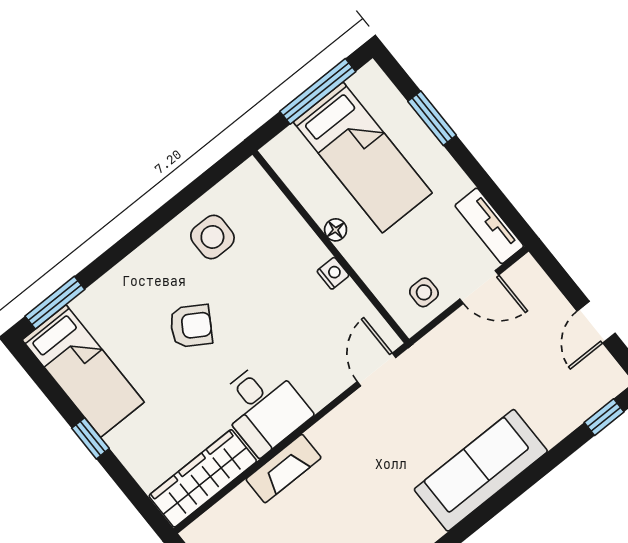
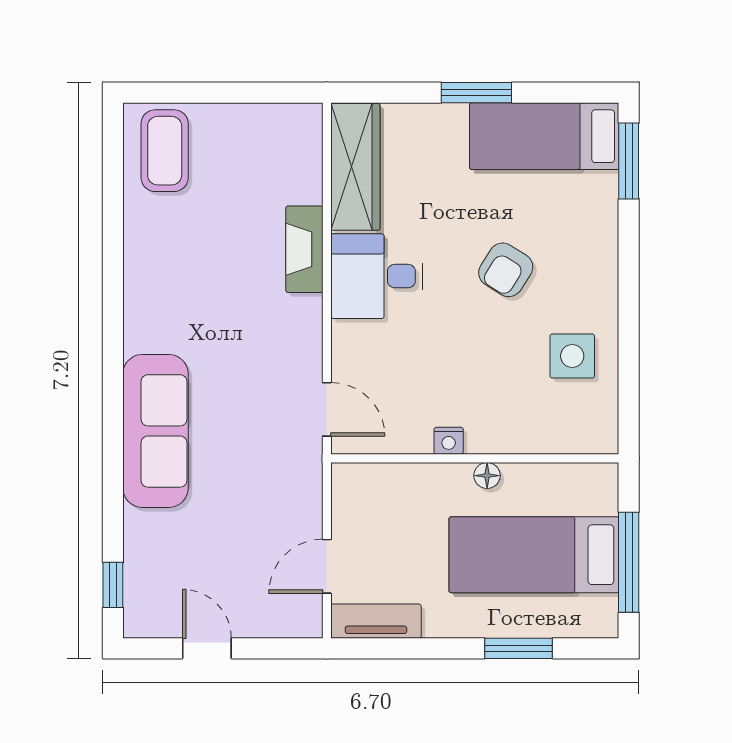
side table: (424, 292) -> (363, 511), removed
window: (90, 438) -> (476, 93), width x1.50

